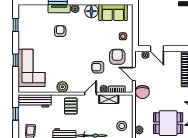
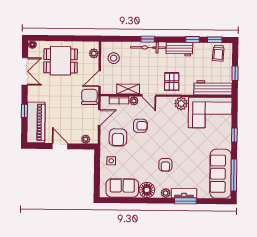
window: (16, 25) -> (234, 175), width x2.17
sofa: (27, 26) -> (221, 174), added
armchair: (60, 31) -> (165, 165), moved
door: (157, 49) -> (60, 146), moved
corner sofa: (32, 68) -> (210, 113), moved, turned -90
door: (134, 74) -> (99, 117), hinge flipped
door: (91, 94) -> (149, 95), hinge flipped
door: (134, 108) -> (100, 79), added

